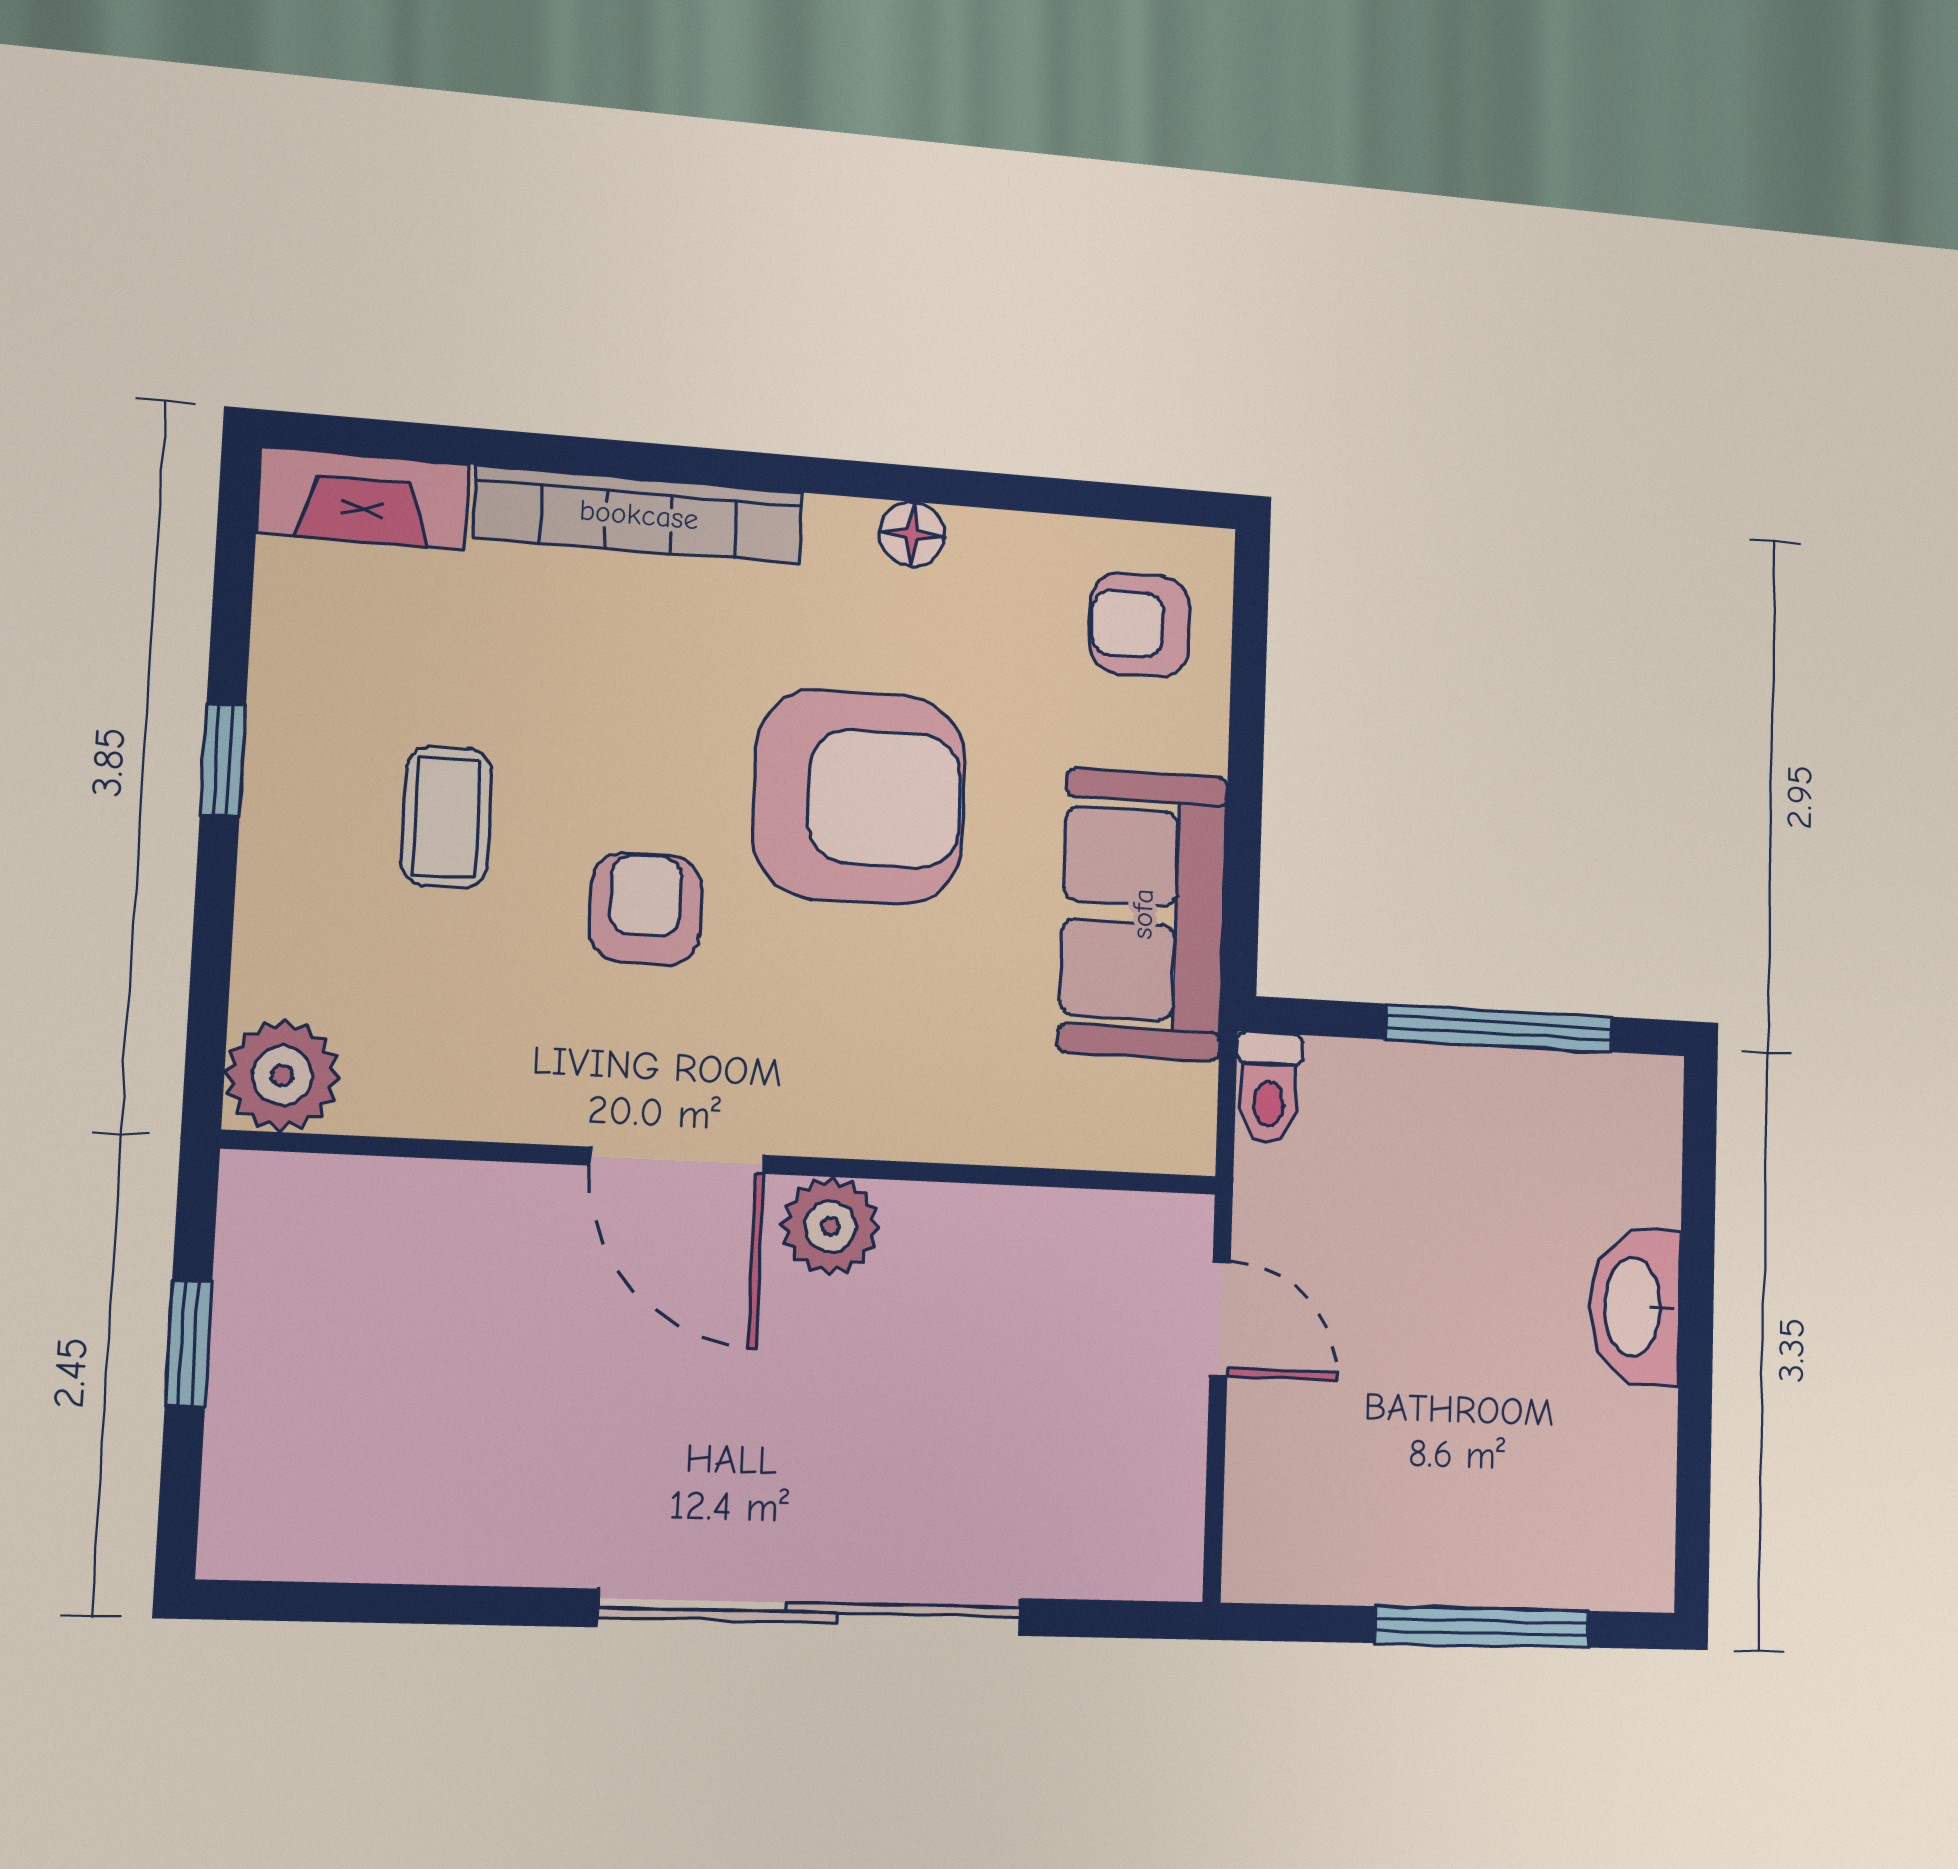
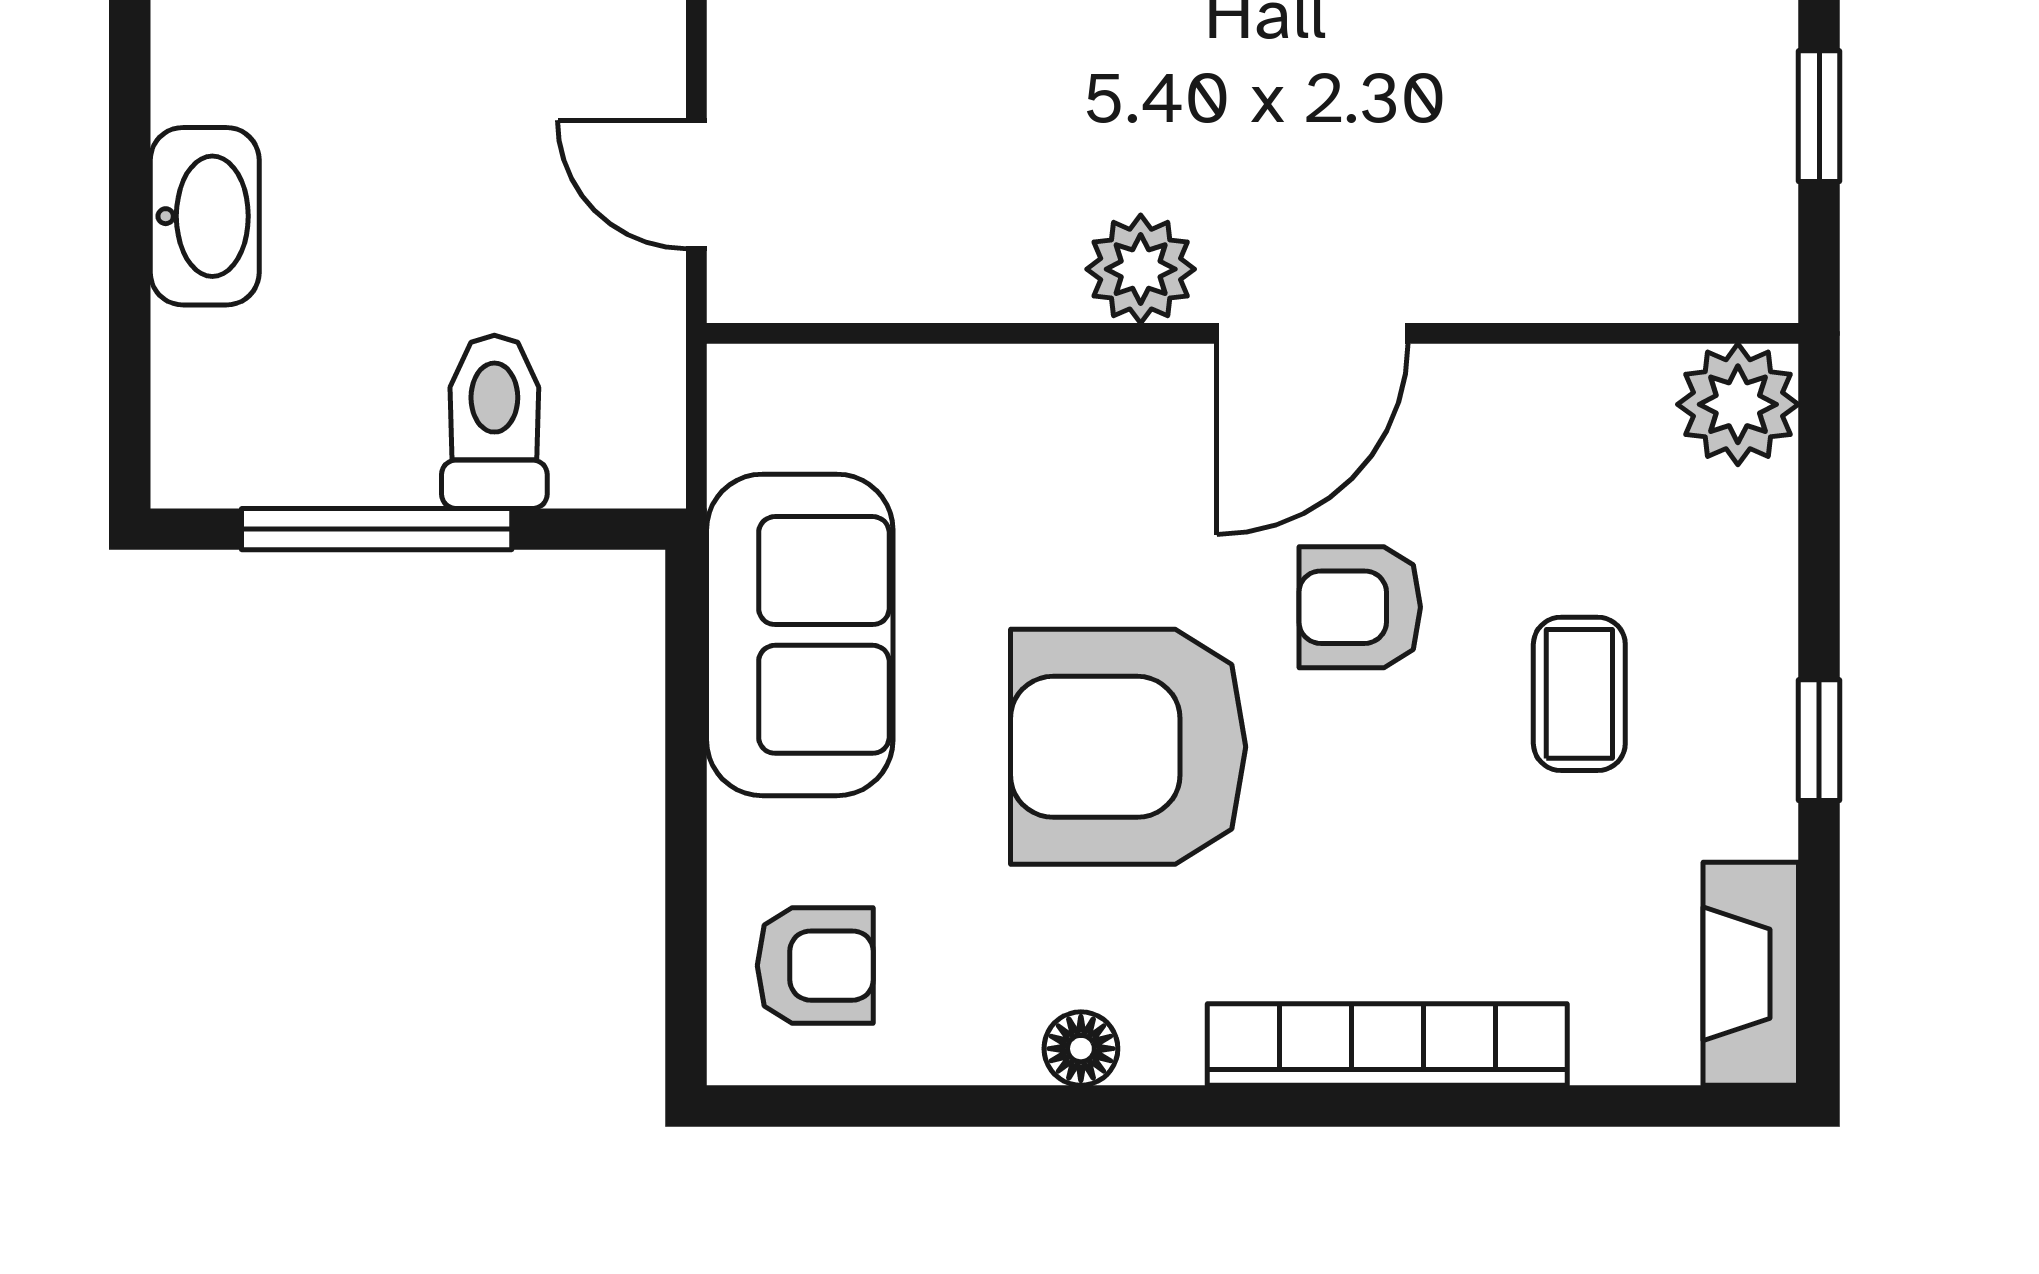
fireplace: (363, 498) -> (1751, 974), moved, turned -90
armchair: (645, 909) -> (1360, 607), turned 90
toilet: (1269, 1088) -> (494, 422), moved, width x1.37, depth x1.39
door: (677, 1160) -> (1312, 333), swing flipped

